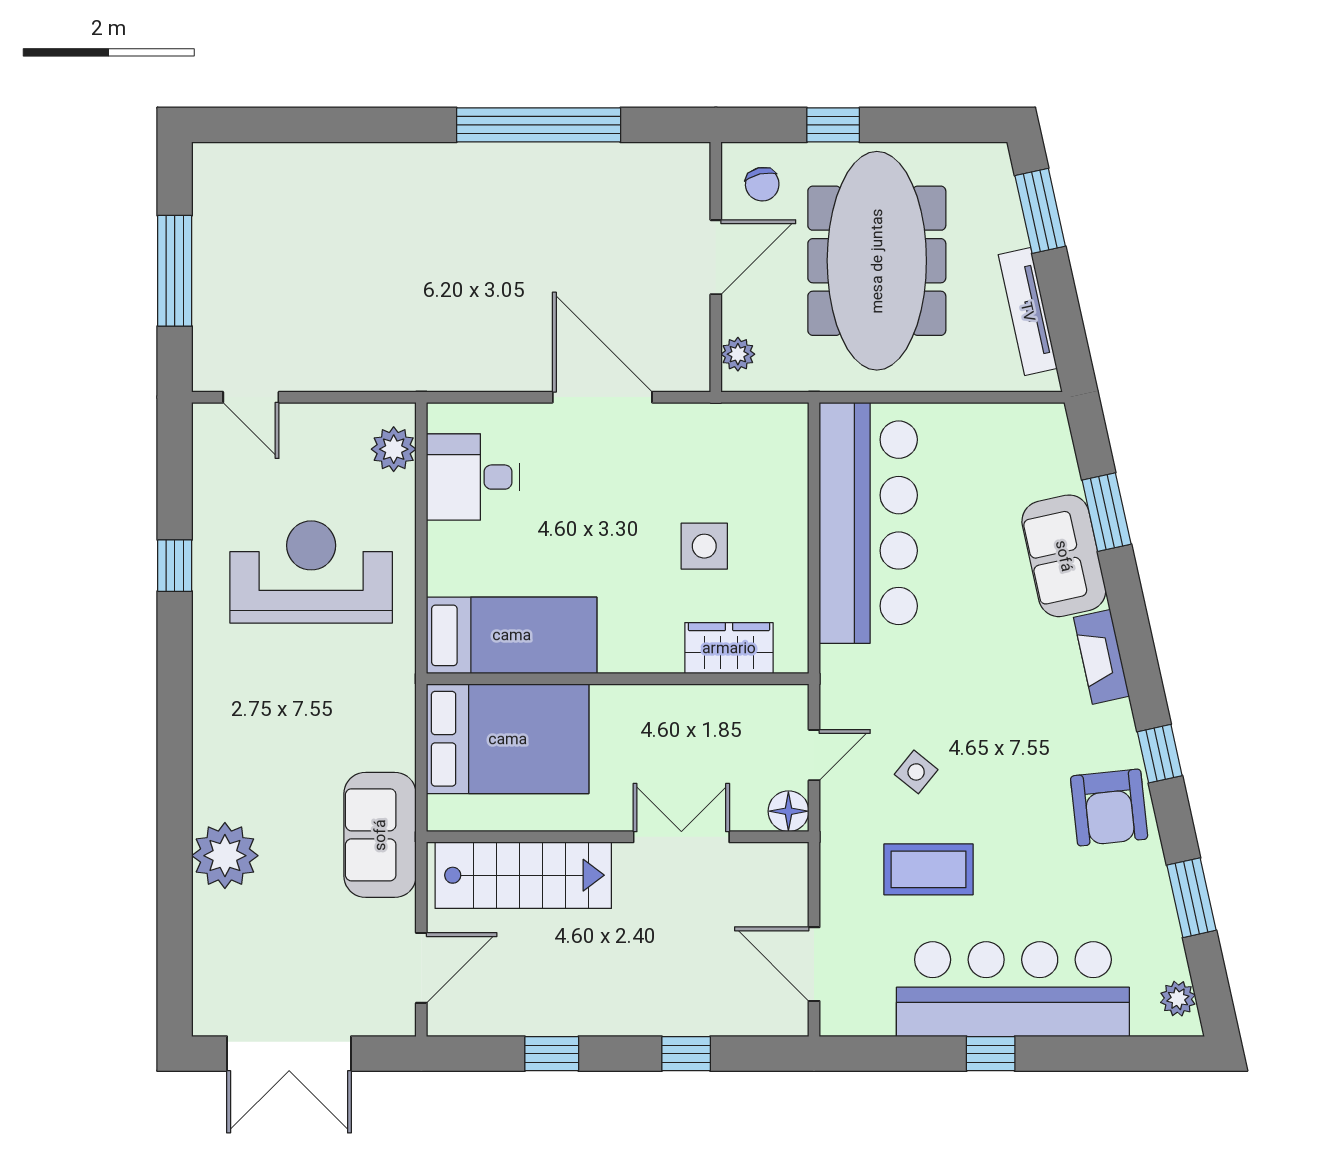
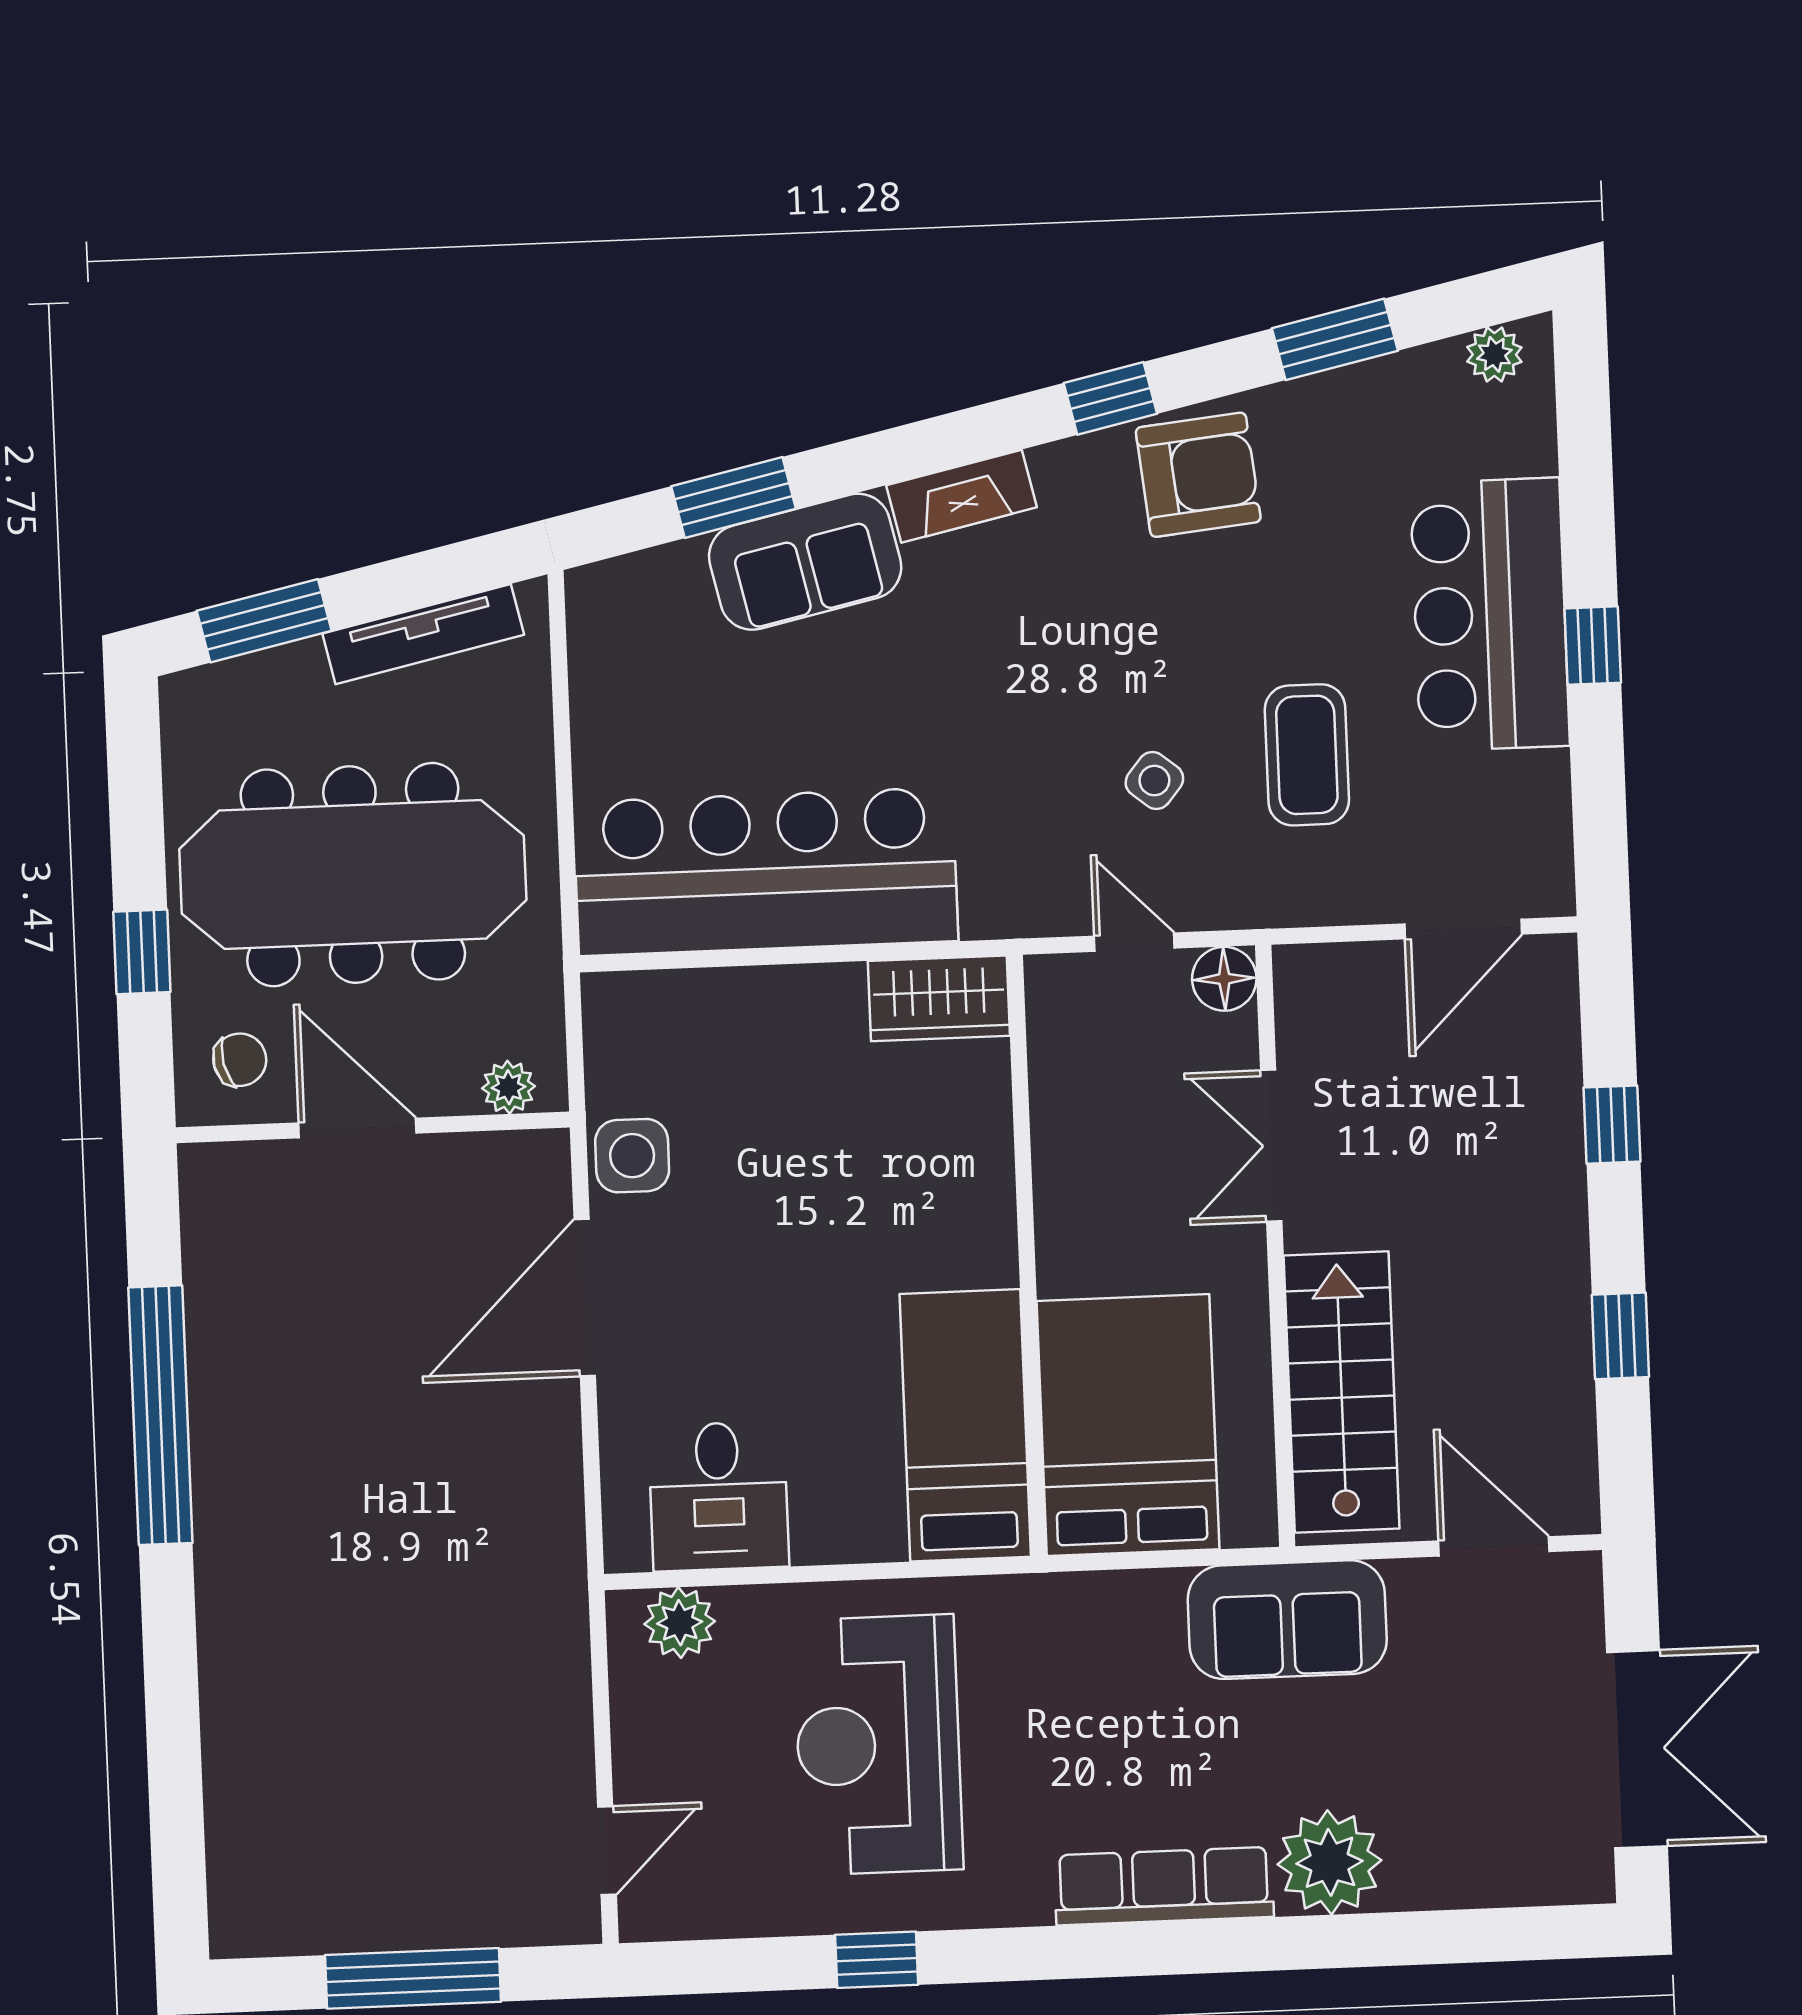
side table: (704, 546) -> (632, 1156), moved
wardrobe: (729, 648) -> (939, 998), moved, turned -90
row of seats: (214, 750) -> (1164, 1886), added
bar counter: (1013, 989) -> (1490, 615), width x0.73

